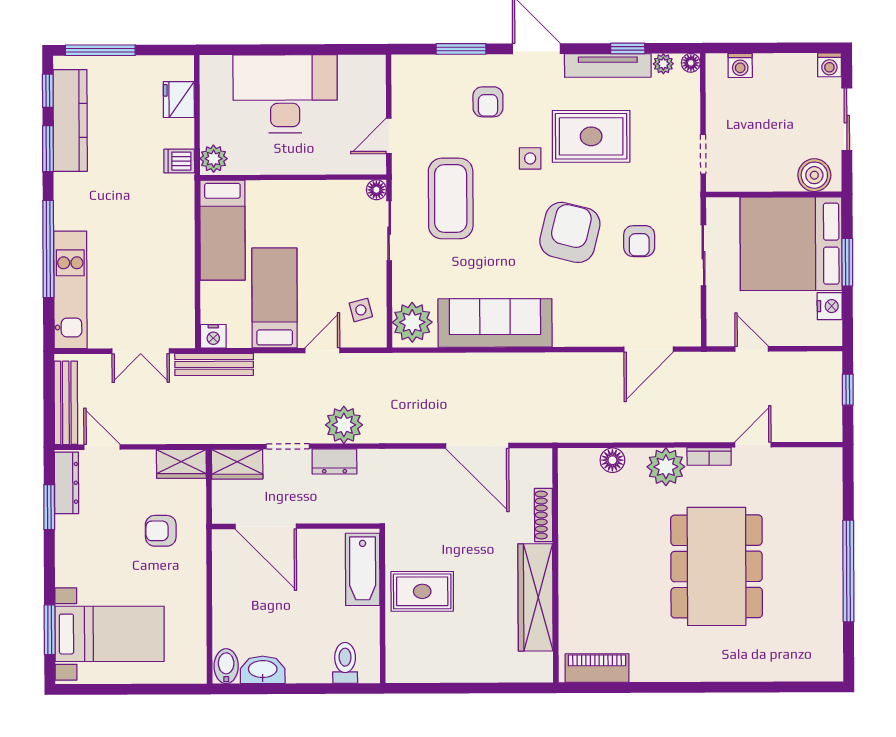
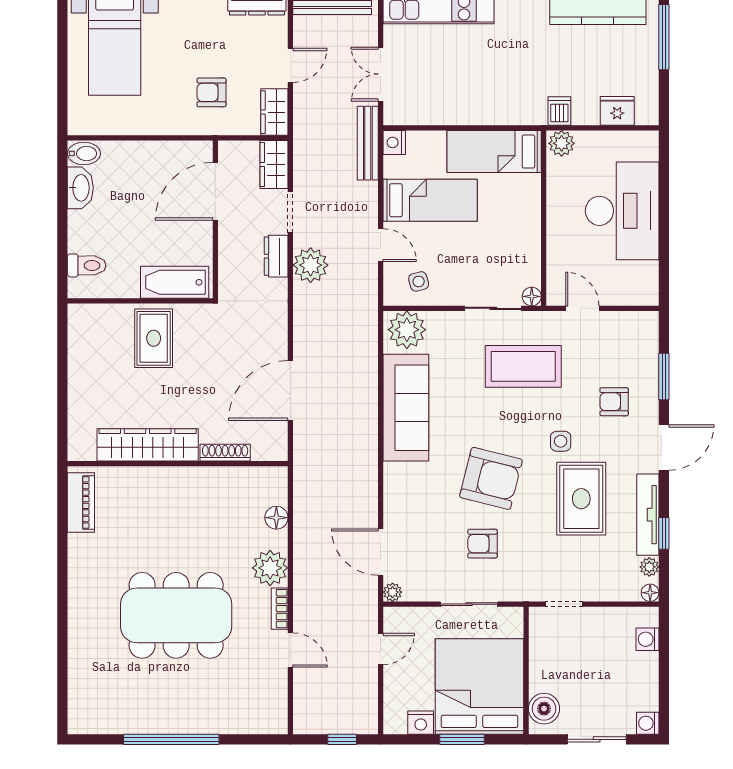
plant: (691, 337) -> (393, 592), added
door: (102, 447) -> (290, 65), moved
armchair: (161, 531) -> (211, 92), turned -90

